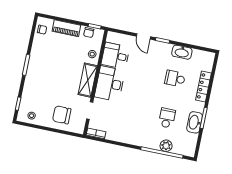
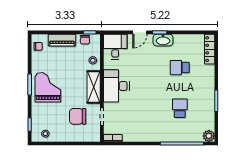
door: (143, 36) -> (140, 32), hinge flipped
washbasin: (182, 52) -> (163, 40), moved
desk: (115, 56) -> (115, 47), moved, turned 90
grand piano: (43, 71) -> (48, 87), added
locker: (204, 86) -> (210, 49), moved
chair: (62, 115) -> (78, 116), moved
washbasin: (195, 122) -> (208, 107), removed
plant: (166, 146) -> (209, 136), moved

